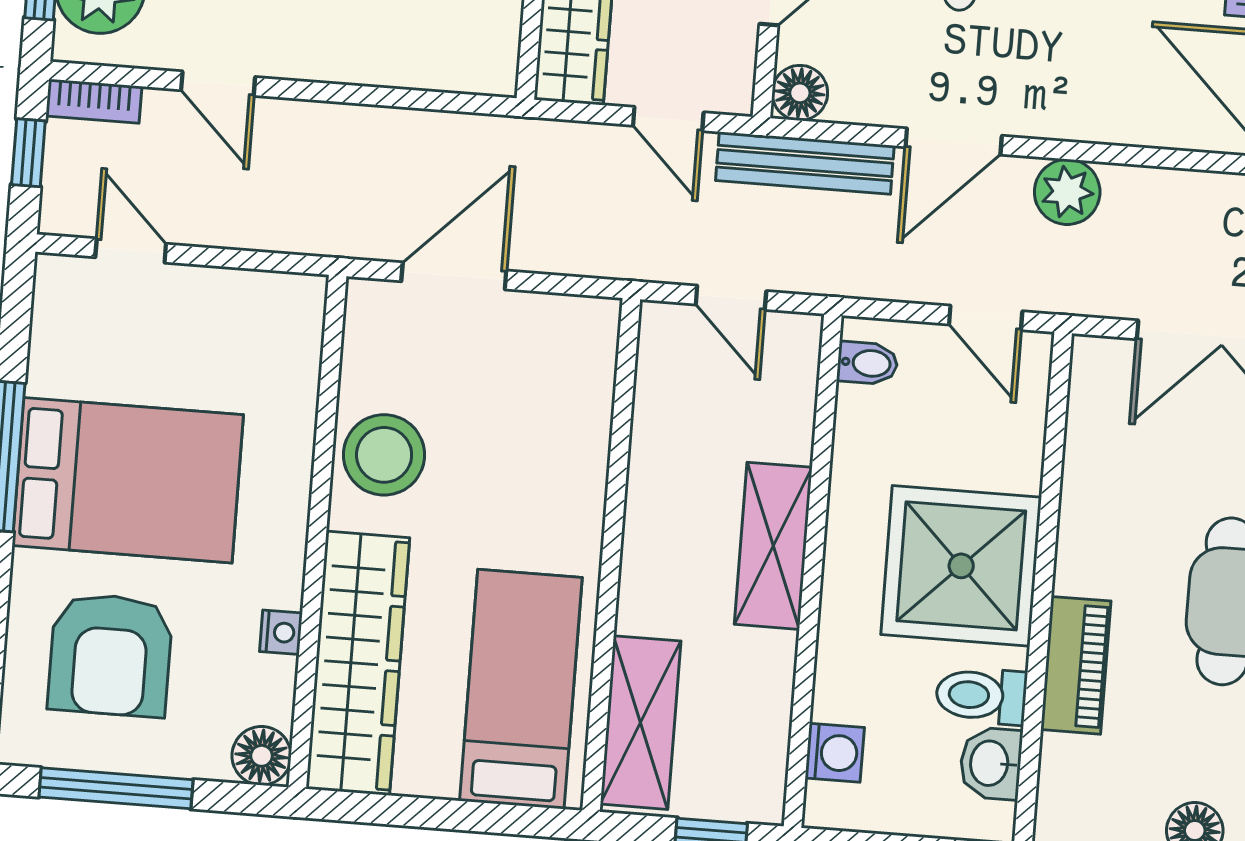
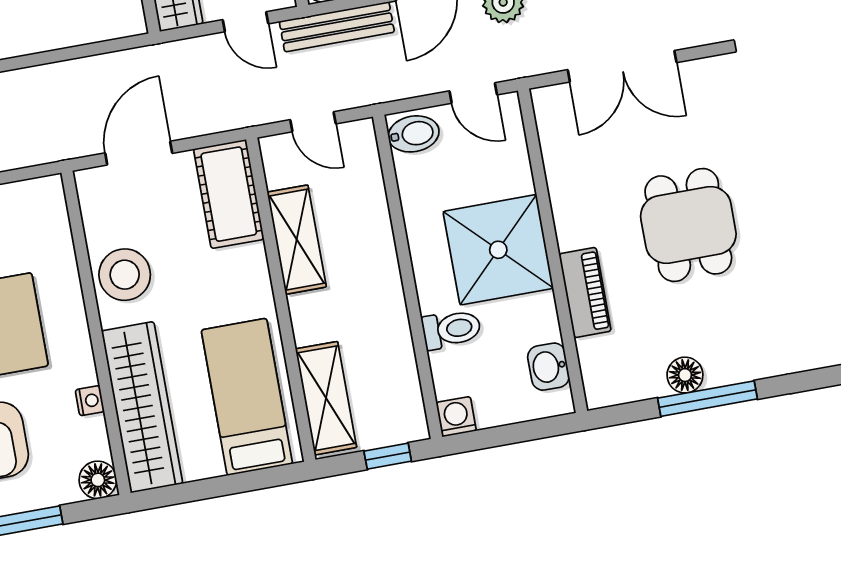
bidet: (867, 363) -> (414, 134), width x1.38, depth x1.36
cot: (574, 374) -> (229, 194), added
shelving: (773, 546) -> (297, 240), moved
toilet: (981, 696) -> (451, 329), moved, turned 180
washing machine: (835, 753) -> (456, 417), moved, turned -90

